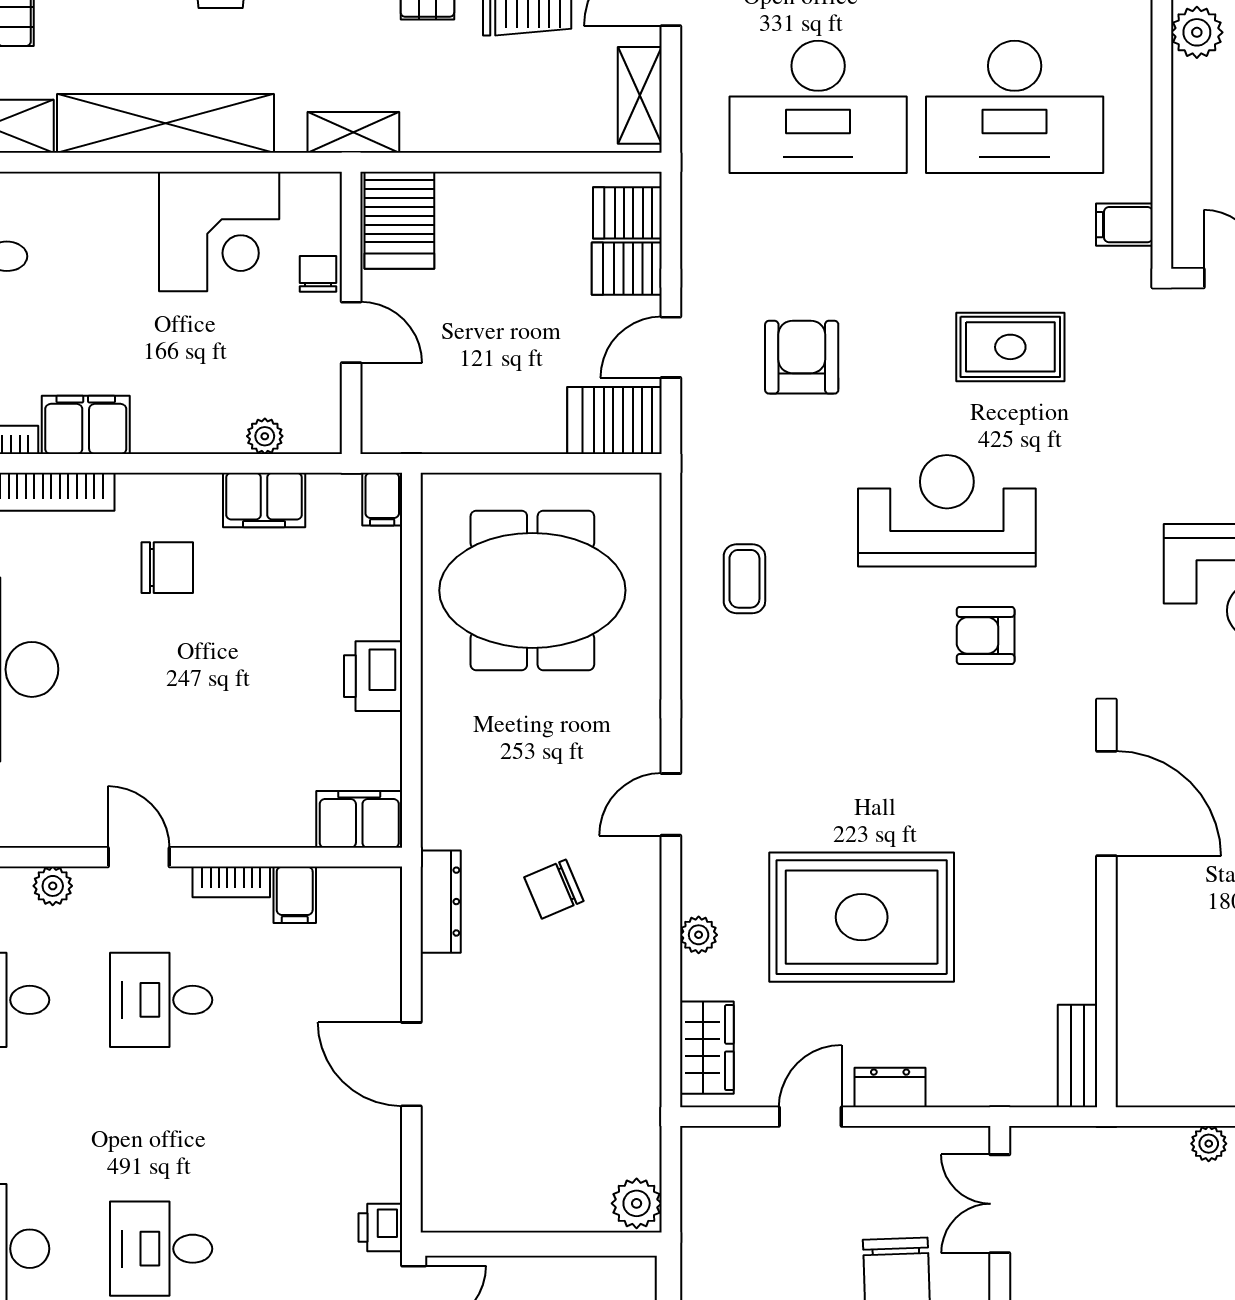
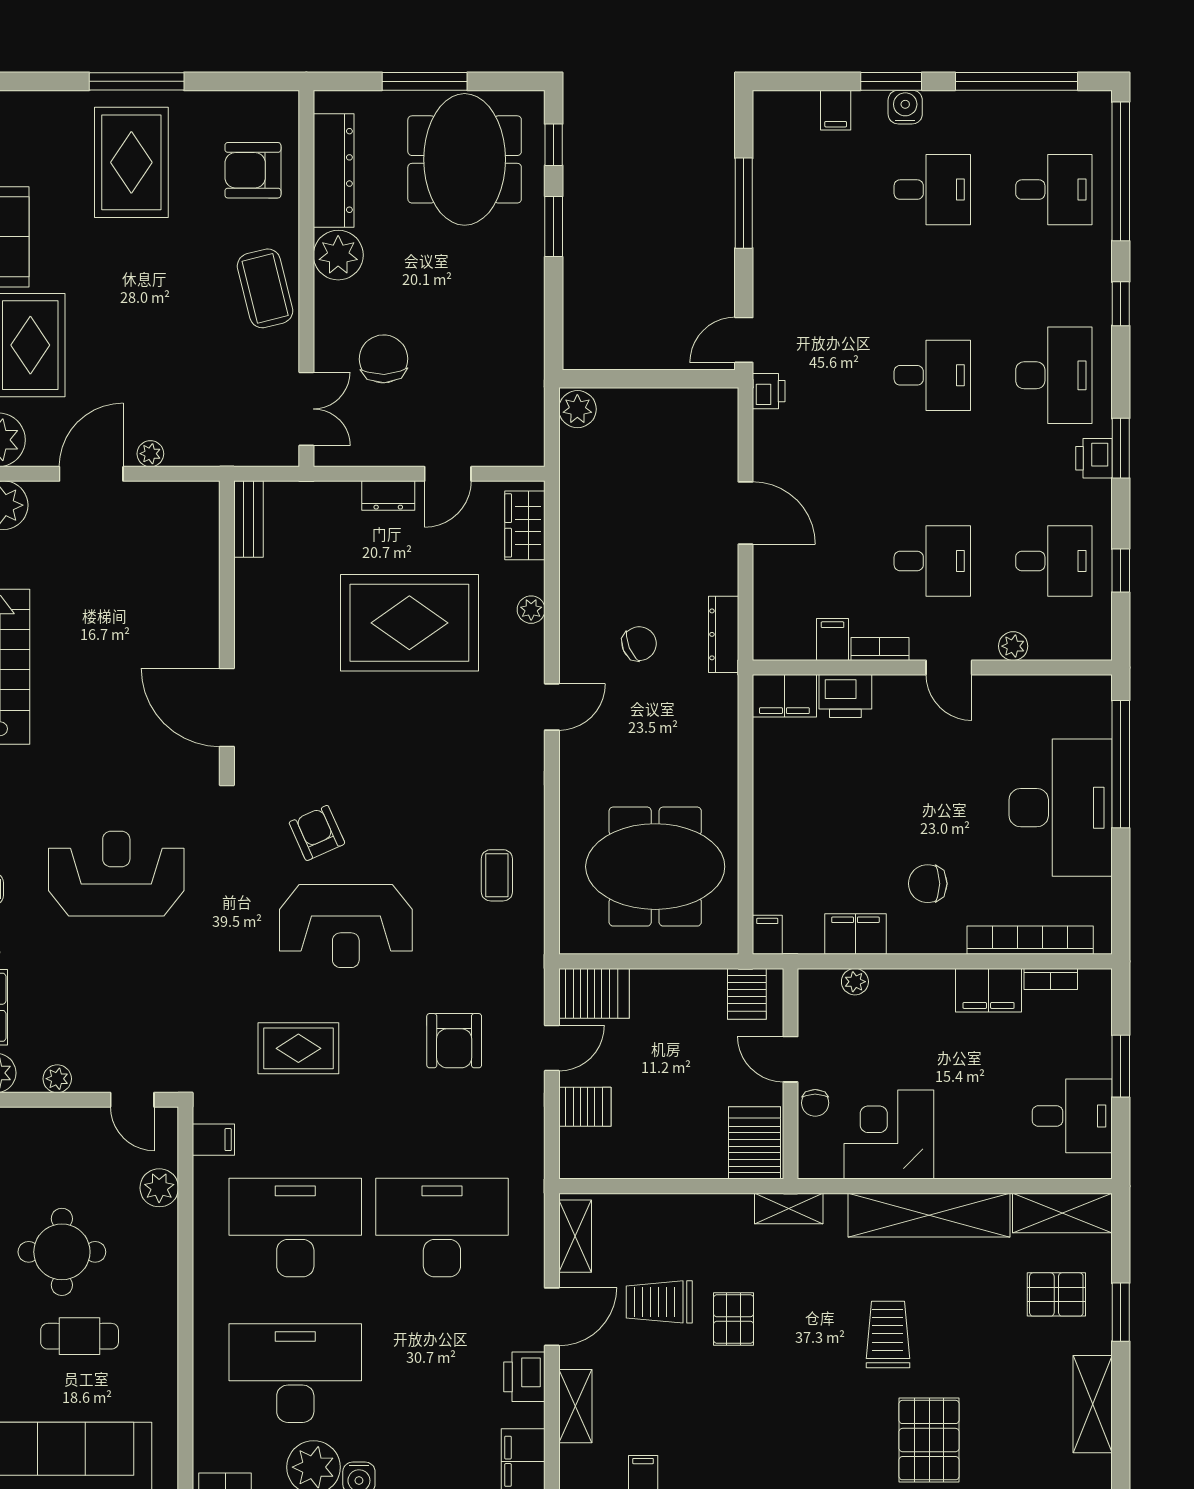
plant: (1197, 32) -> (159, 1188), moved
server rack: (627, 213) -> (747, 994), moved, turned 90
armchair: (986, 635) -> (317, 833), turned -114
printer: (373, 676) -> (845, 696), moved, turned 90

